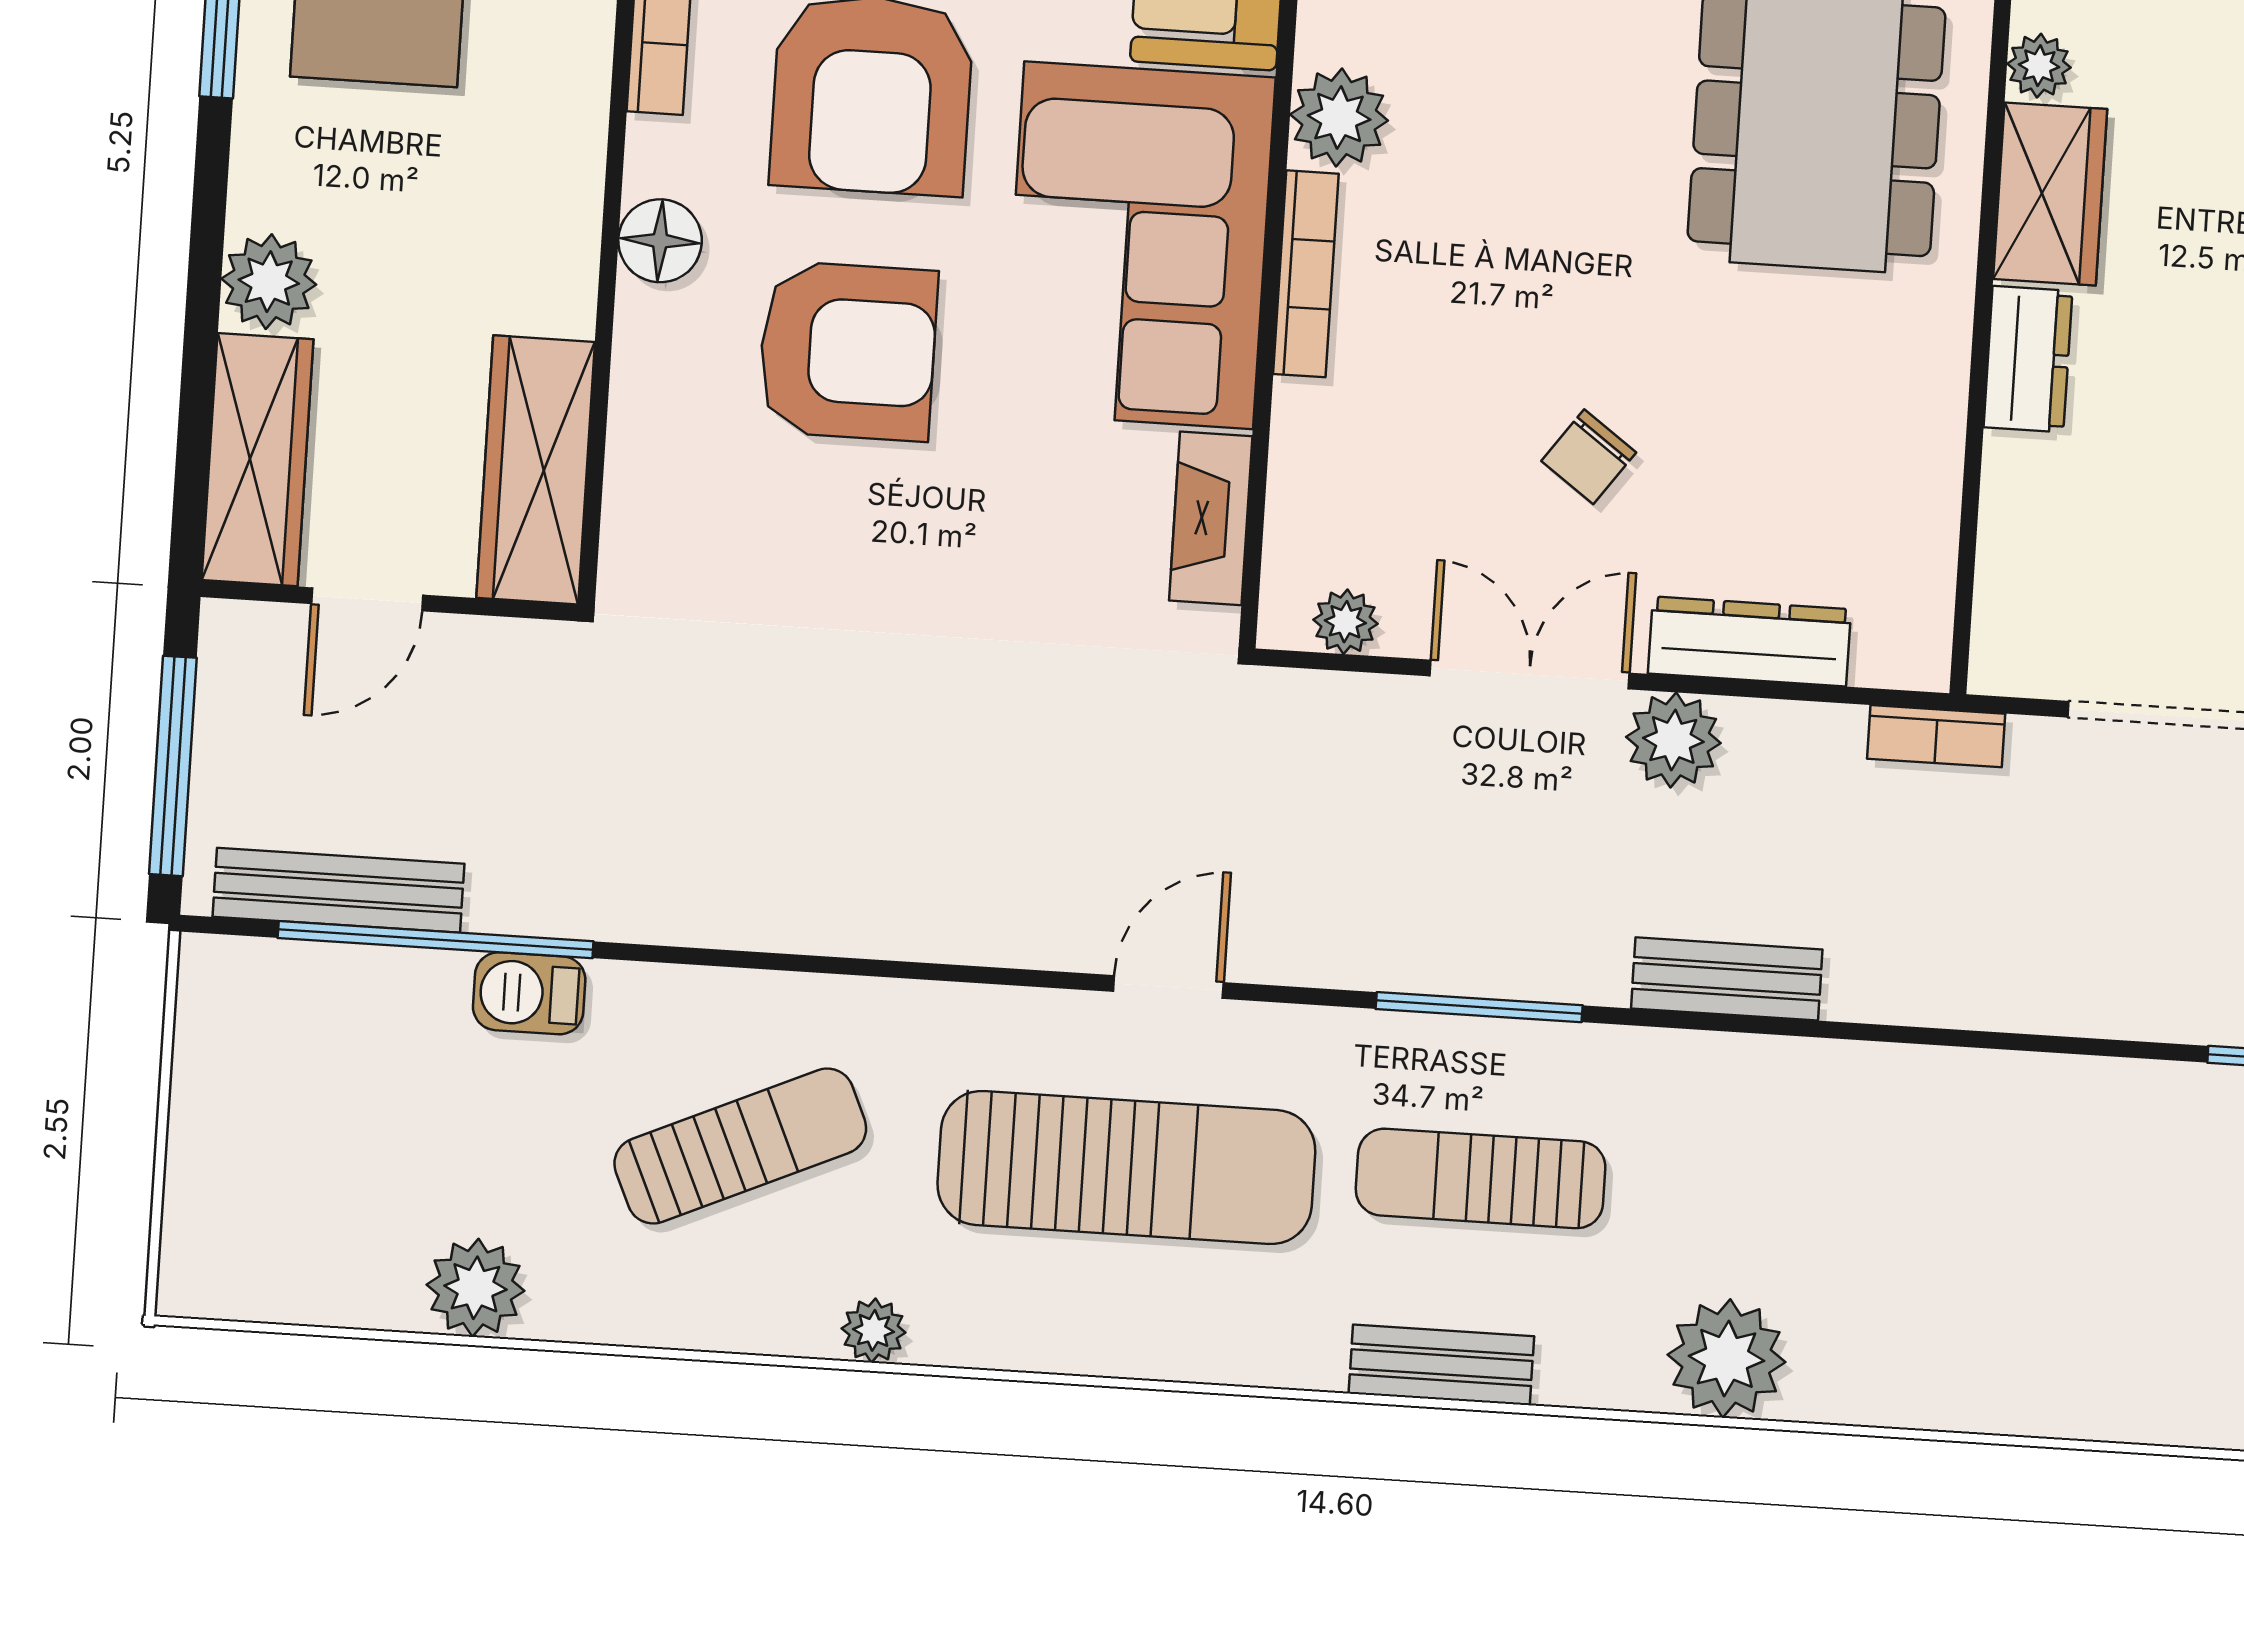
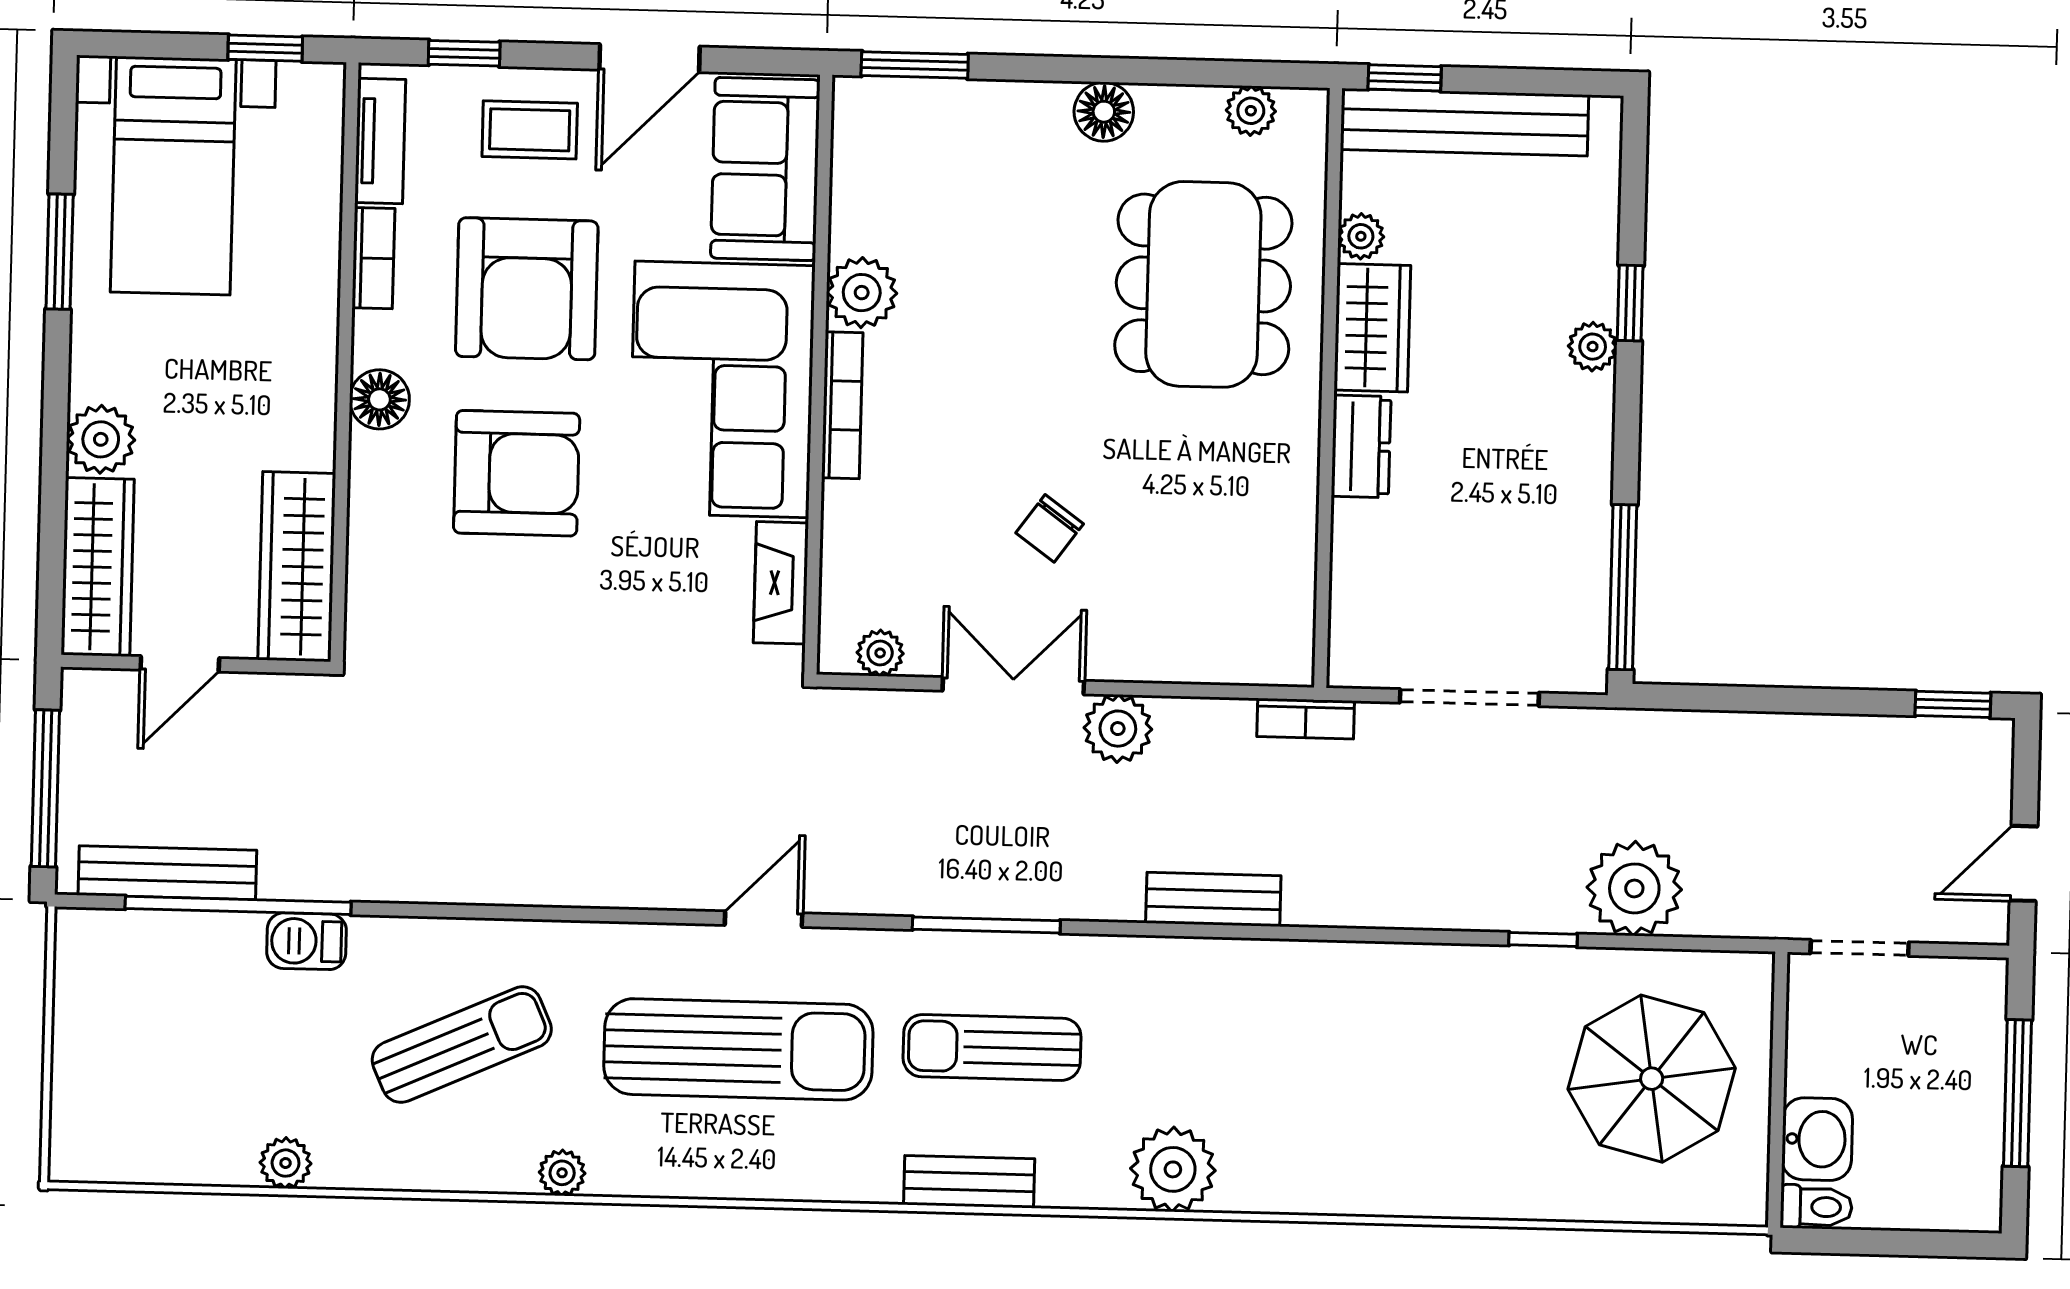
dresser: (1749, 641) -> (1170, 656), removed
bench: (1727, 979) -> (1213, 899), moved
plant: (475, 1288) -> (286, 1163), width x0.73, depth x0.73

